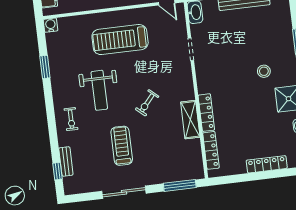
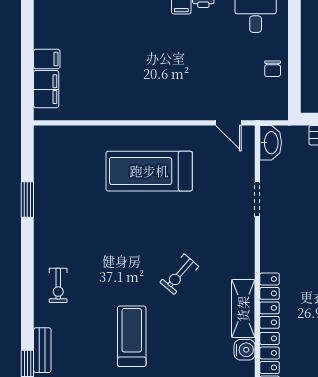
water cooler: (51, 25) -> (245, 350), moved, turned 90
weight bench: (99, 90) -> (107, 246), removed

